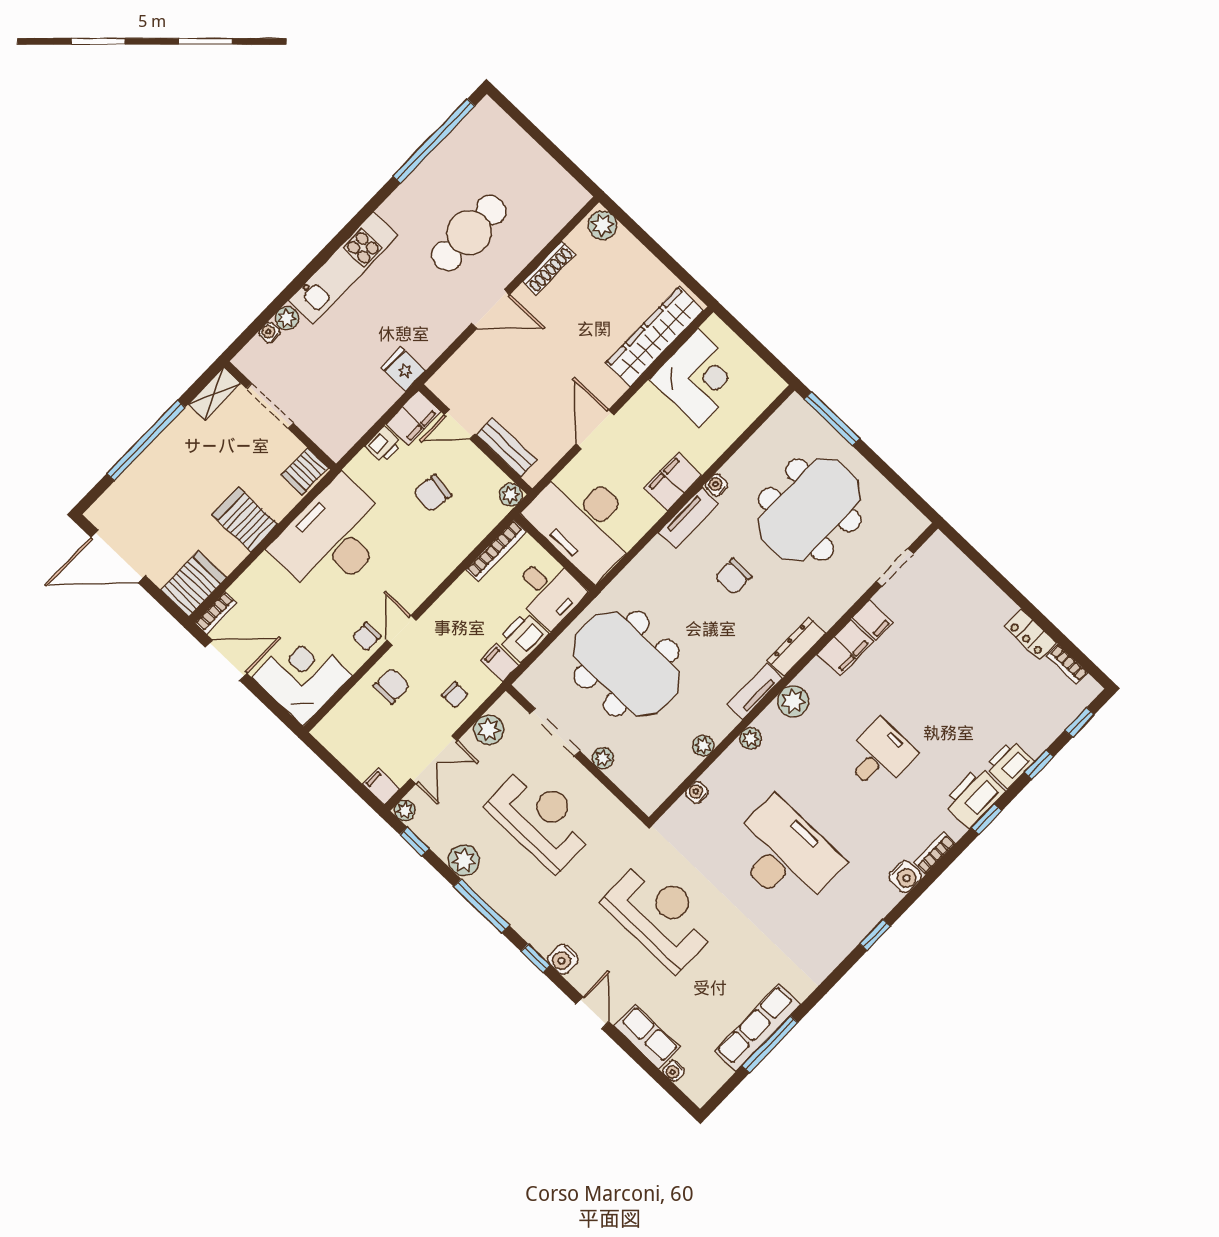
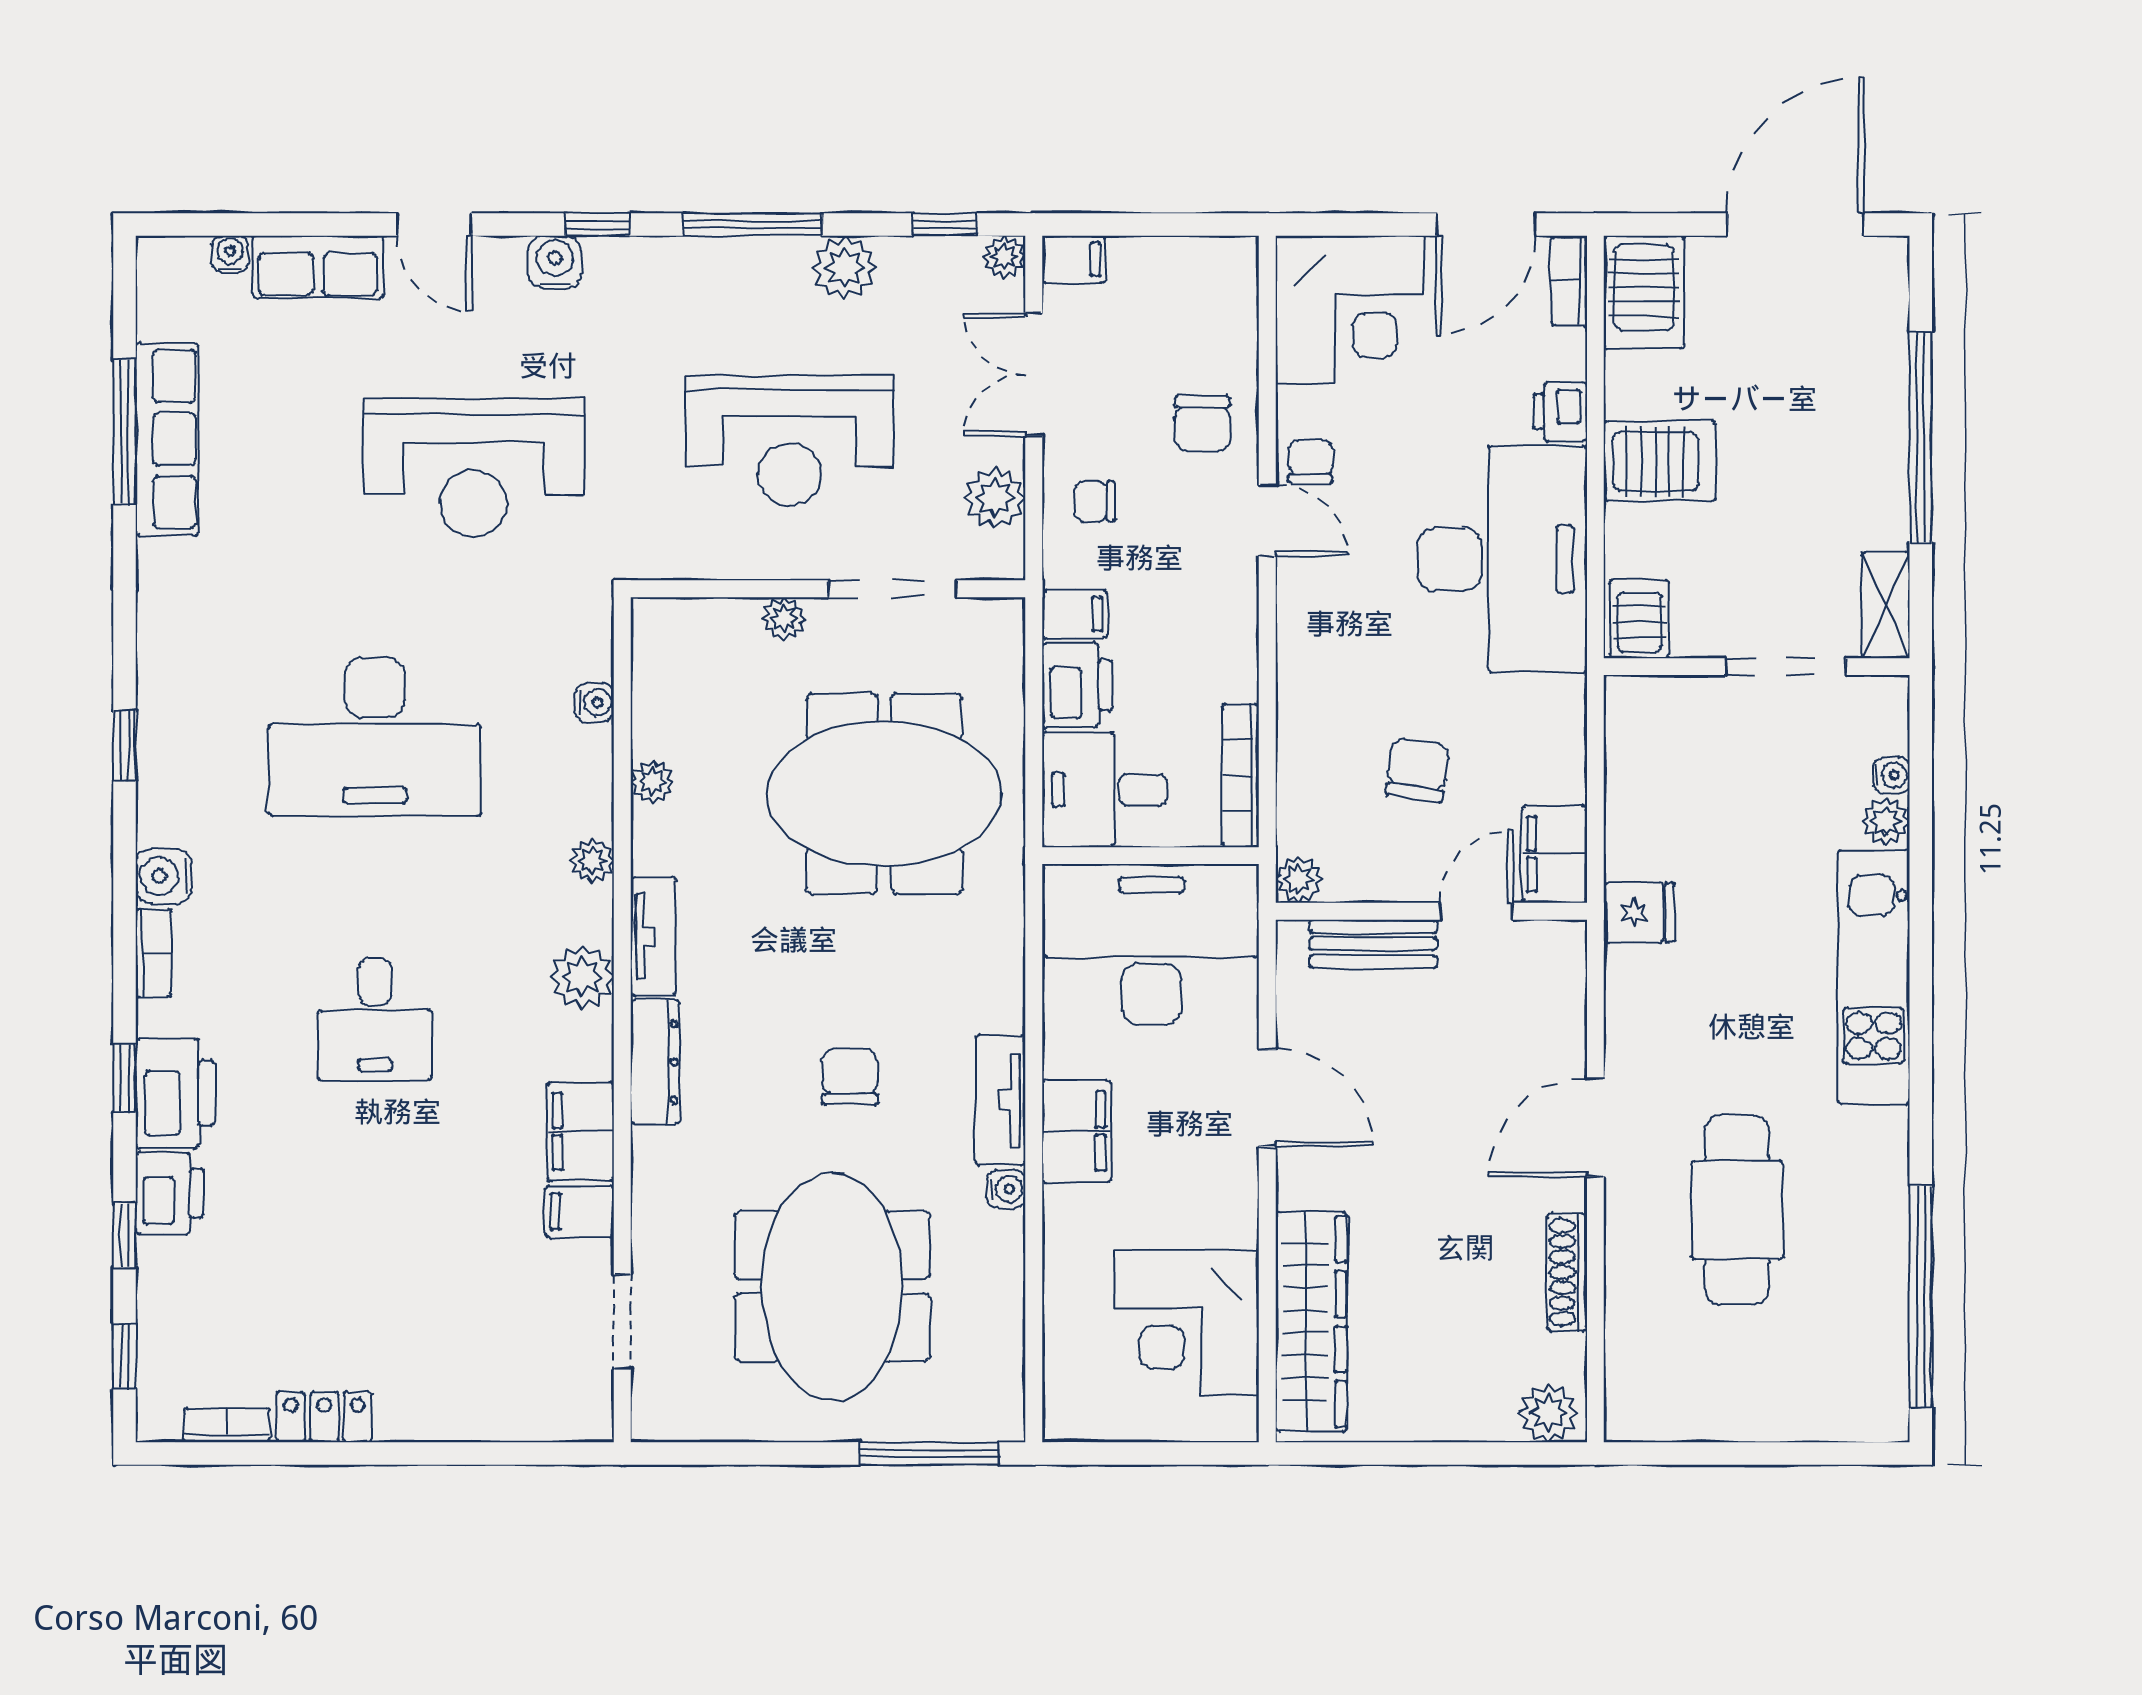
printer: (383, 445) -> (1560, 412), moved

